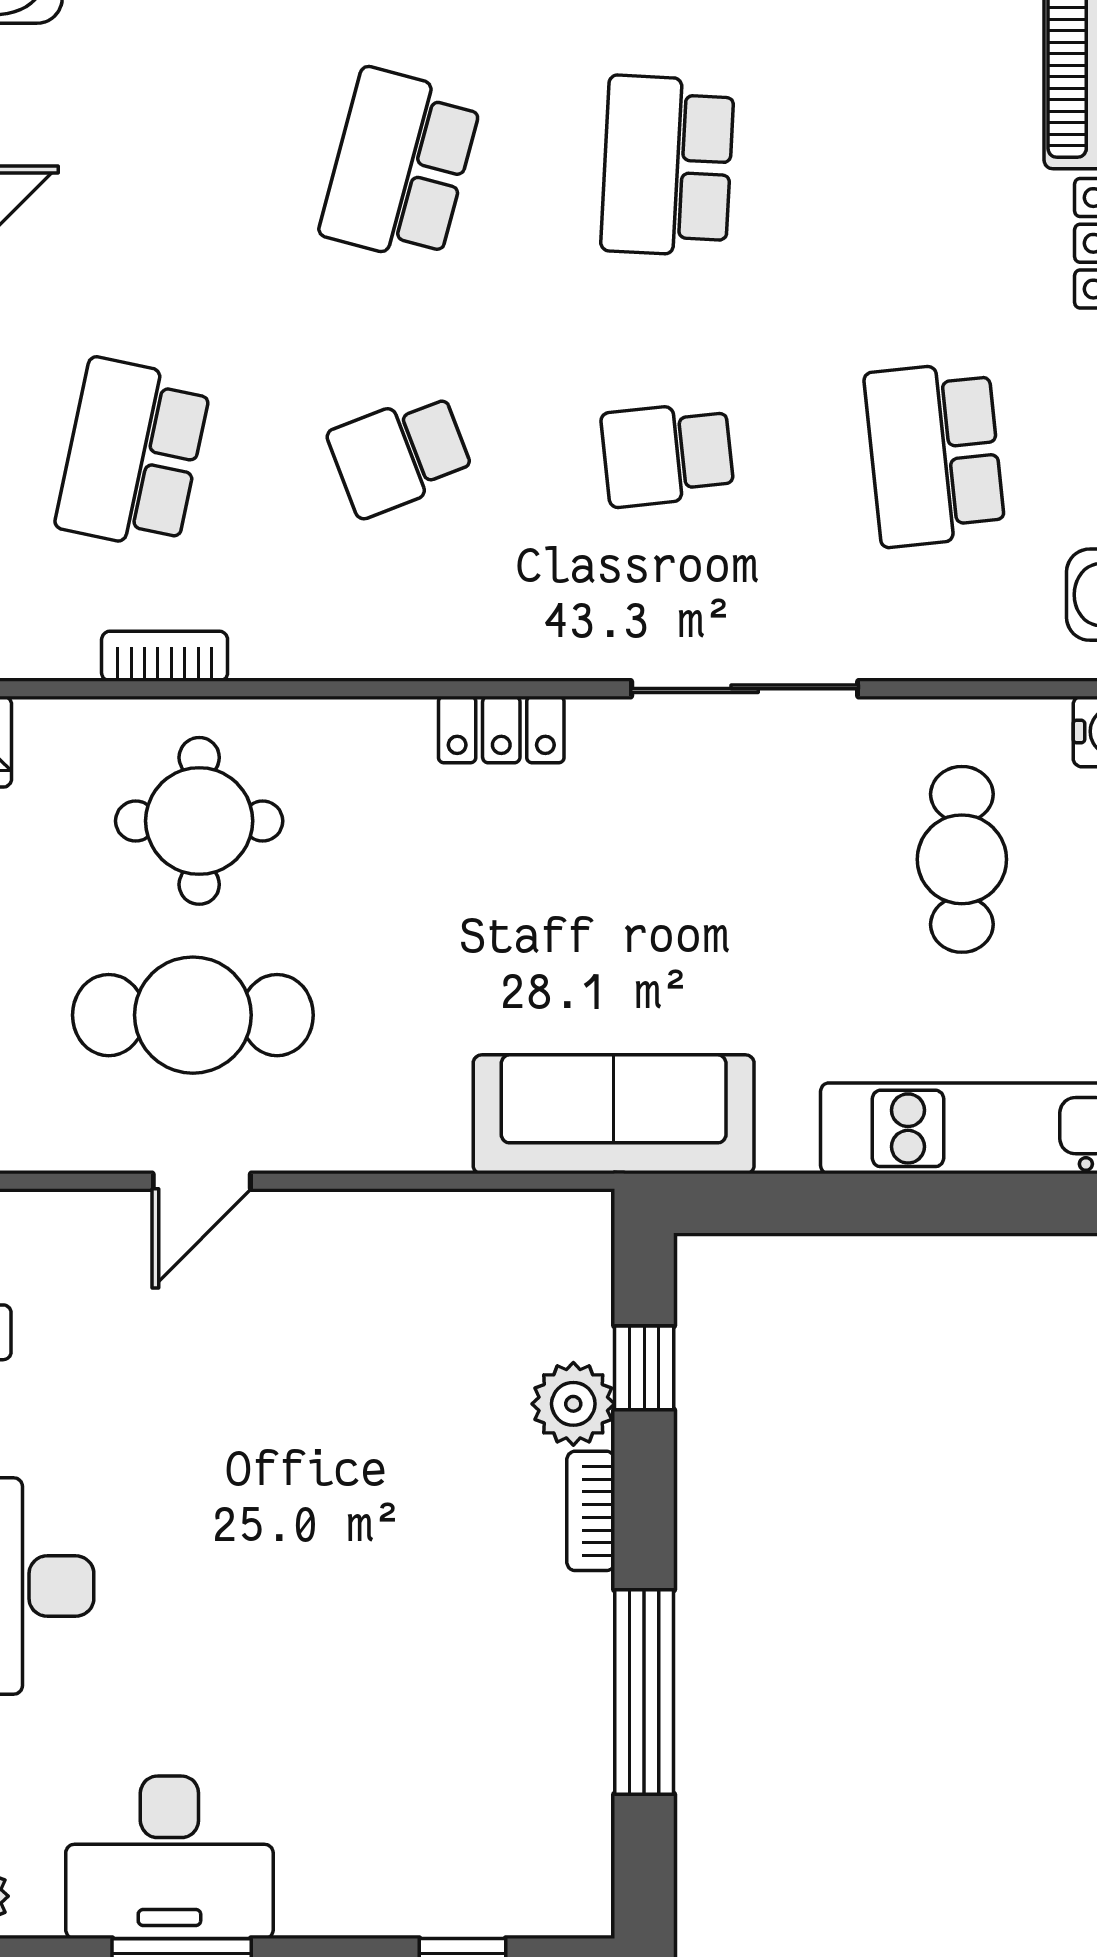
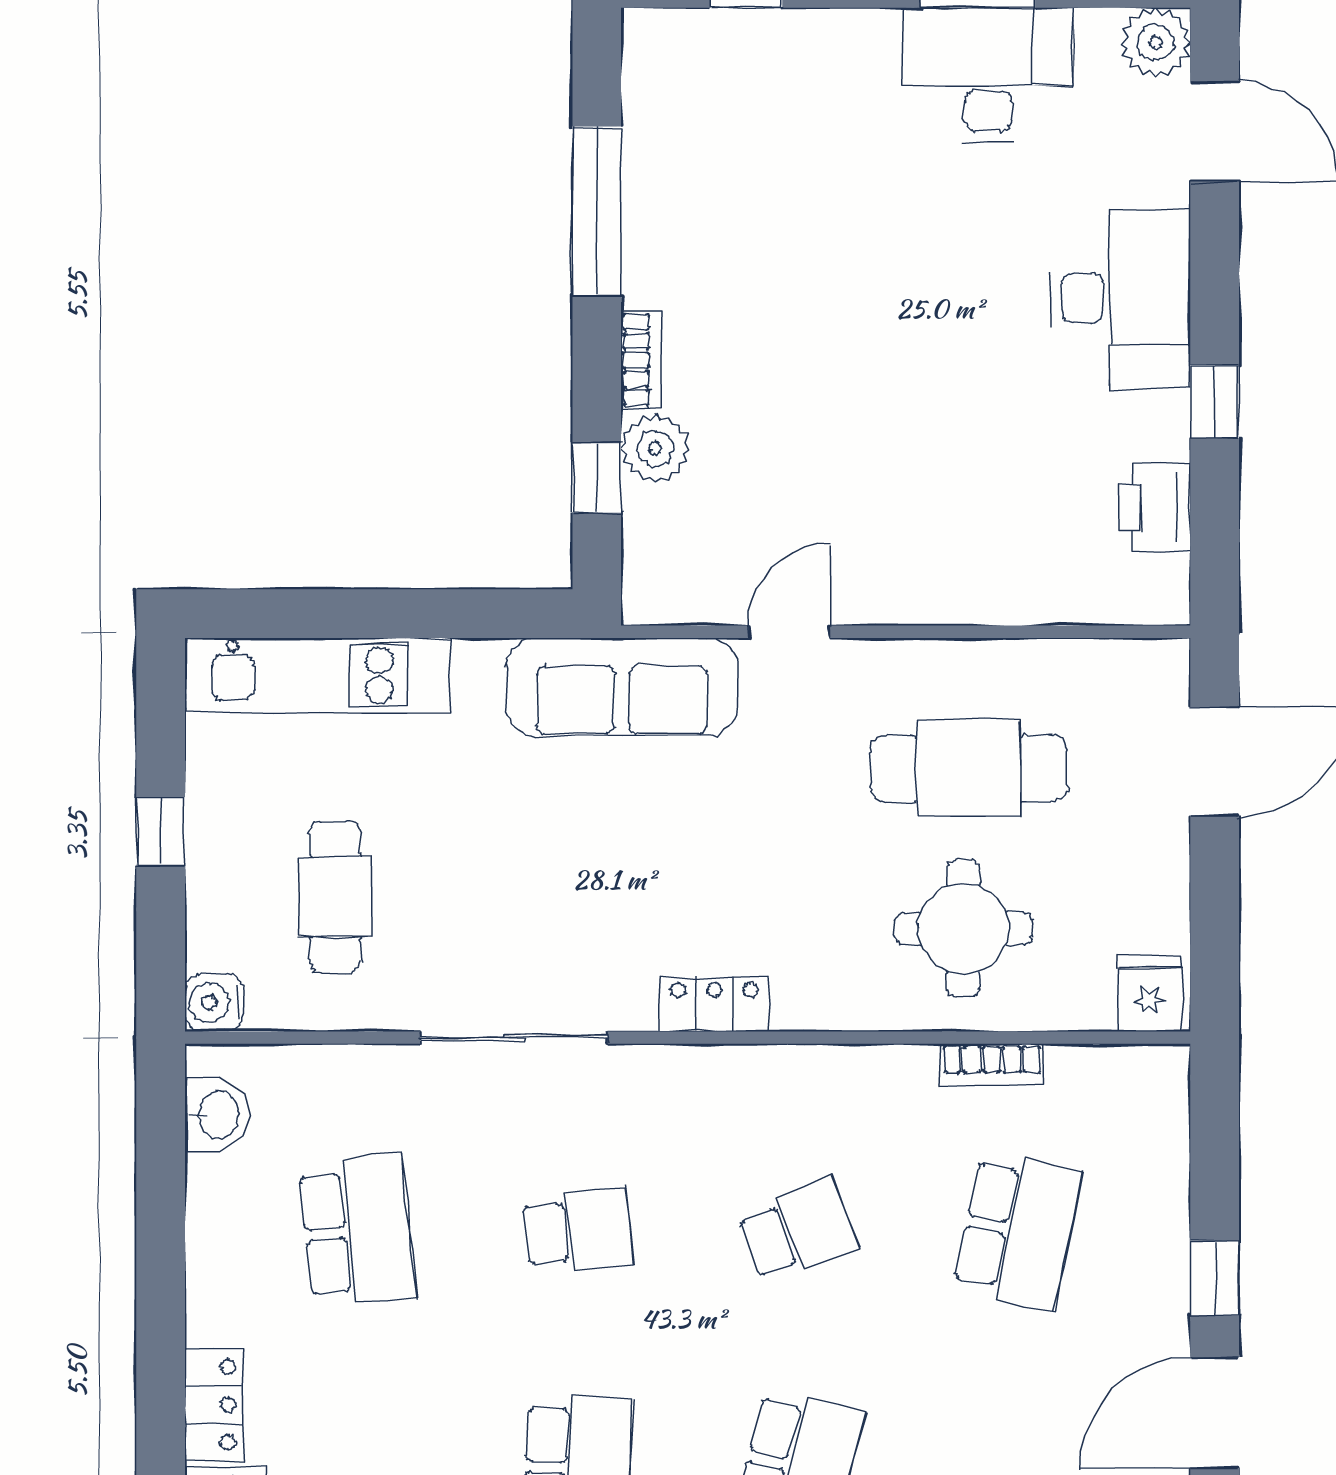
door: (202, 1181) -> (789, 632), moved

